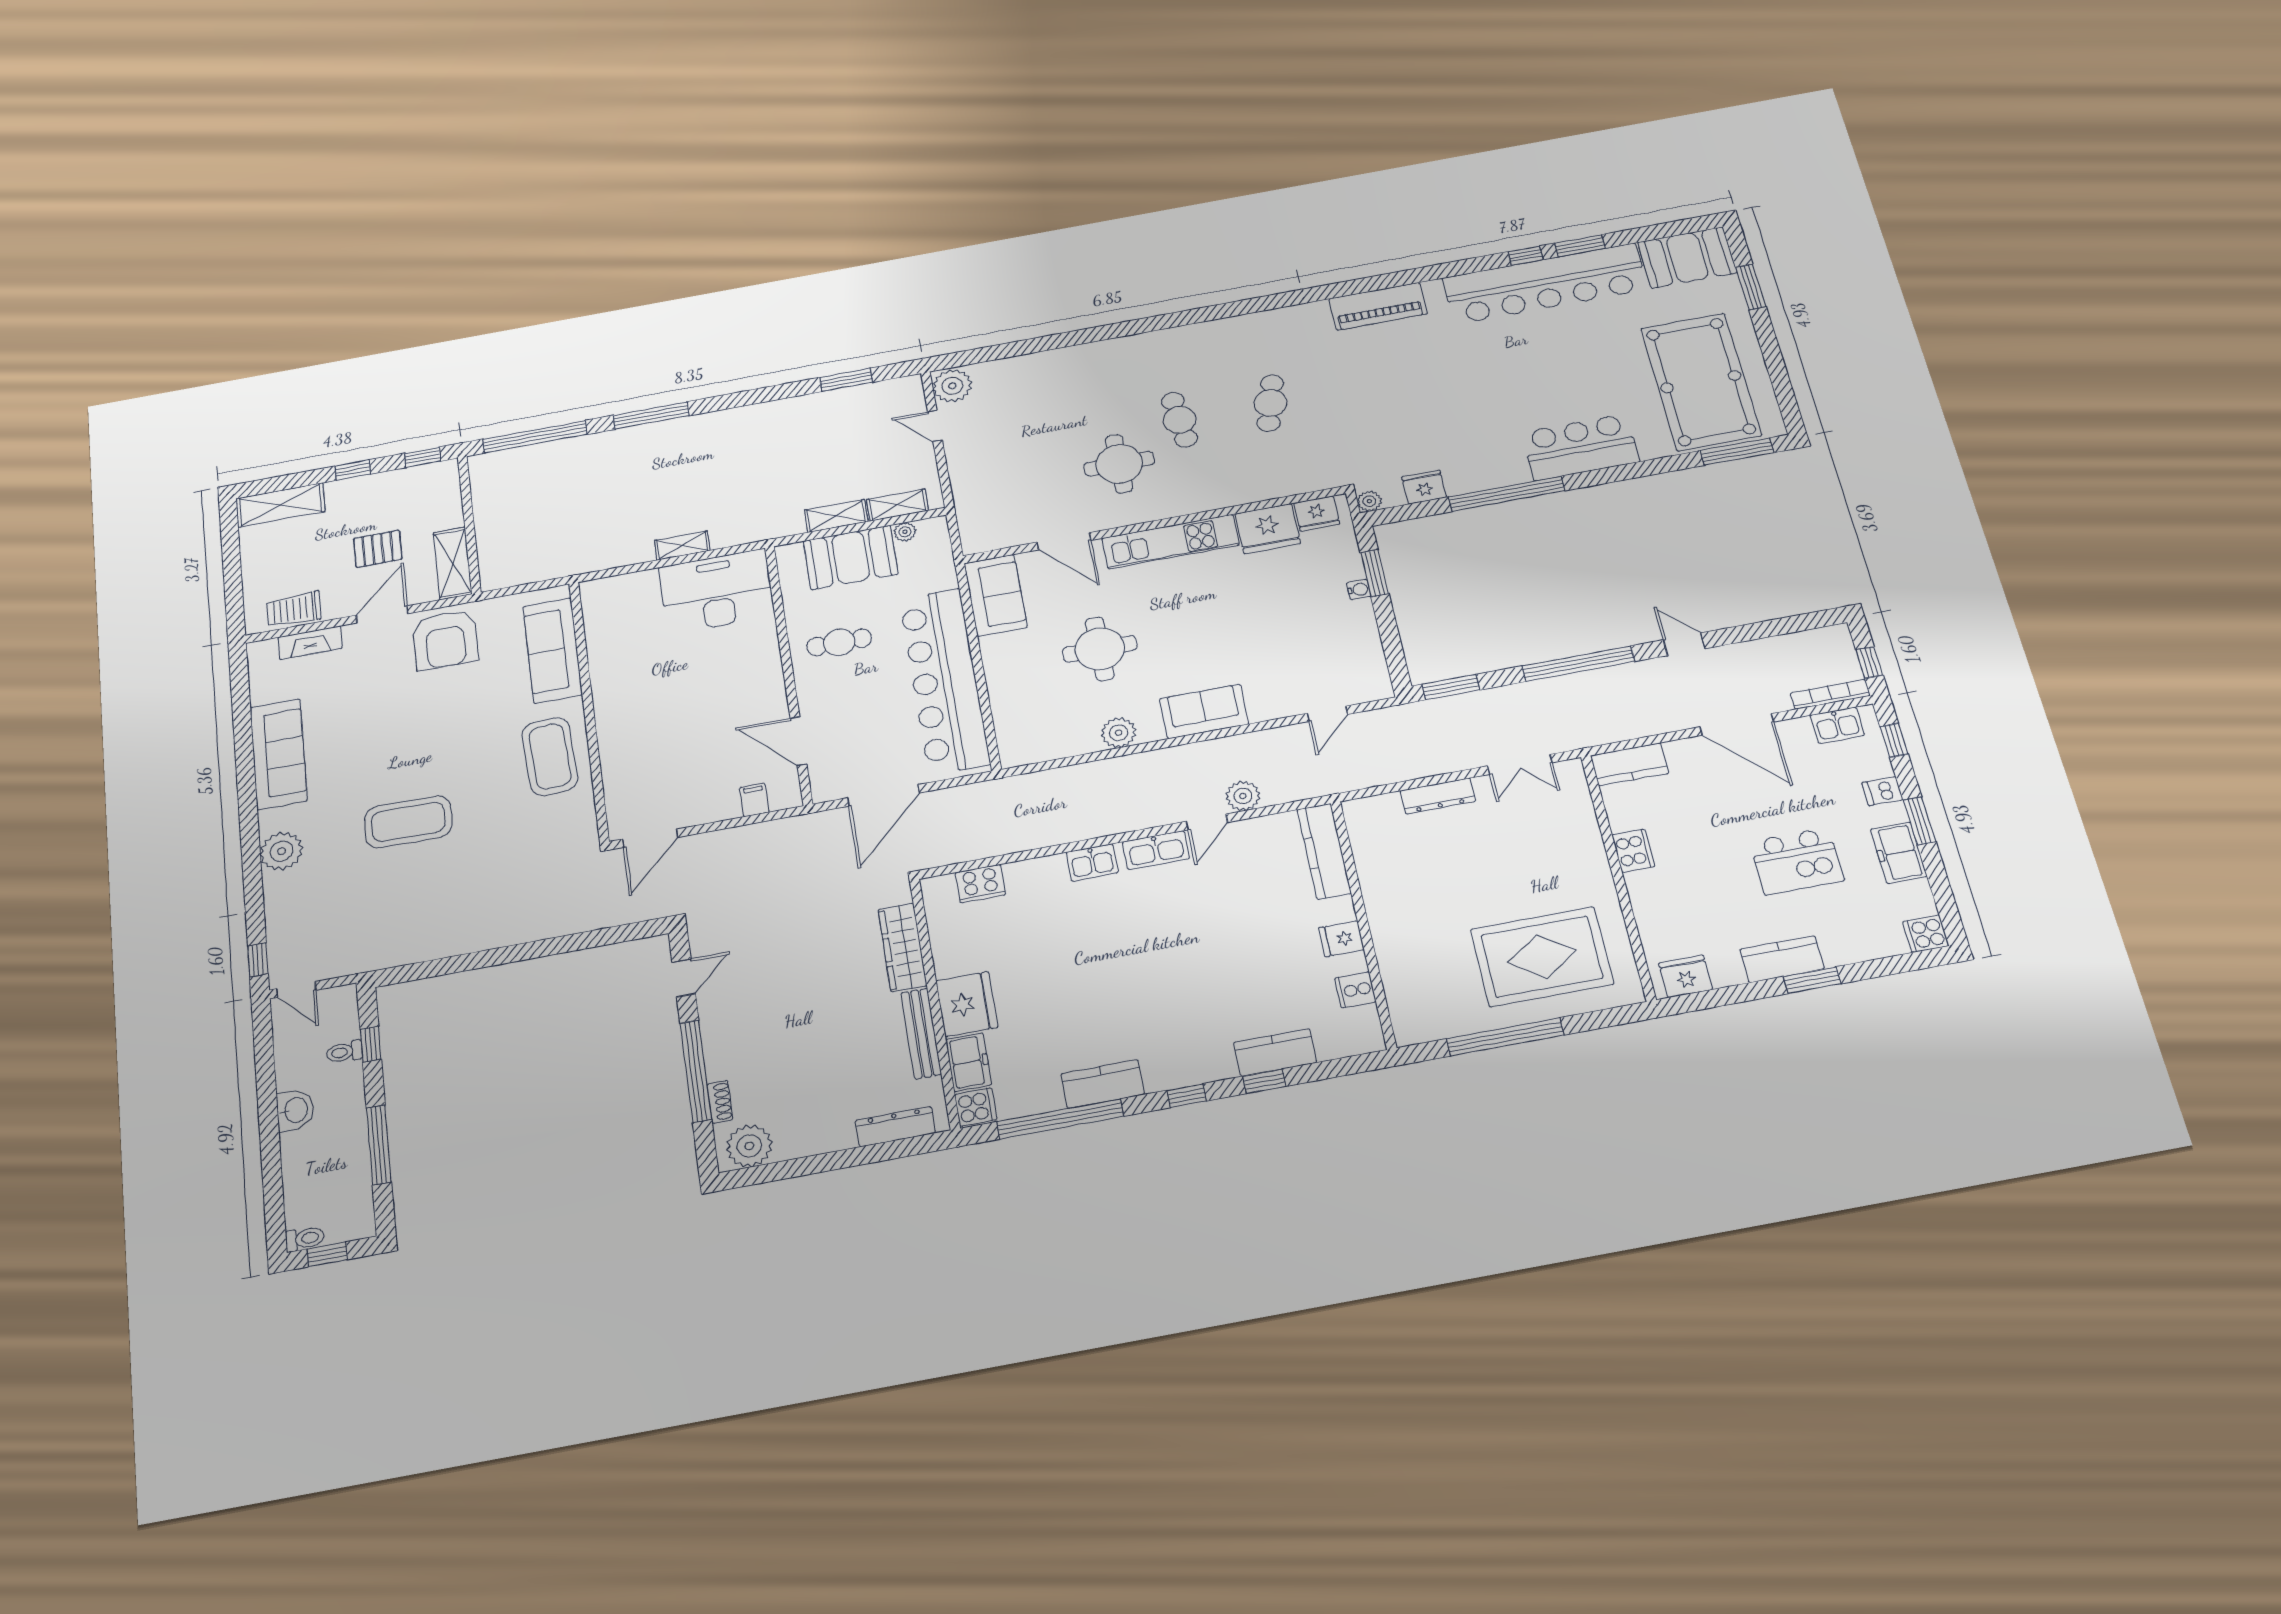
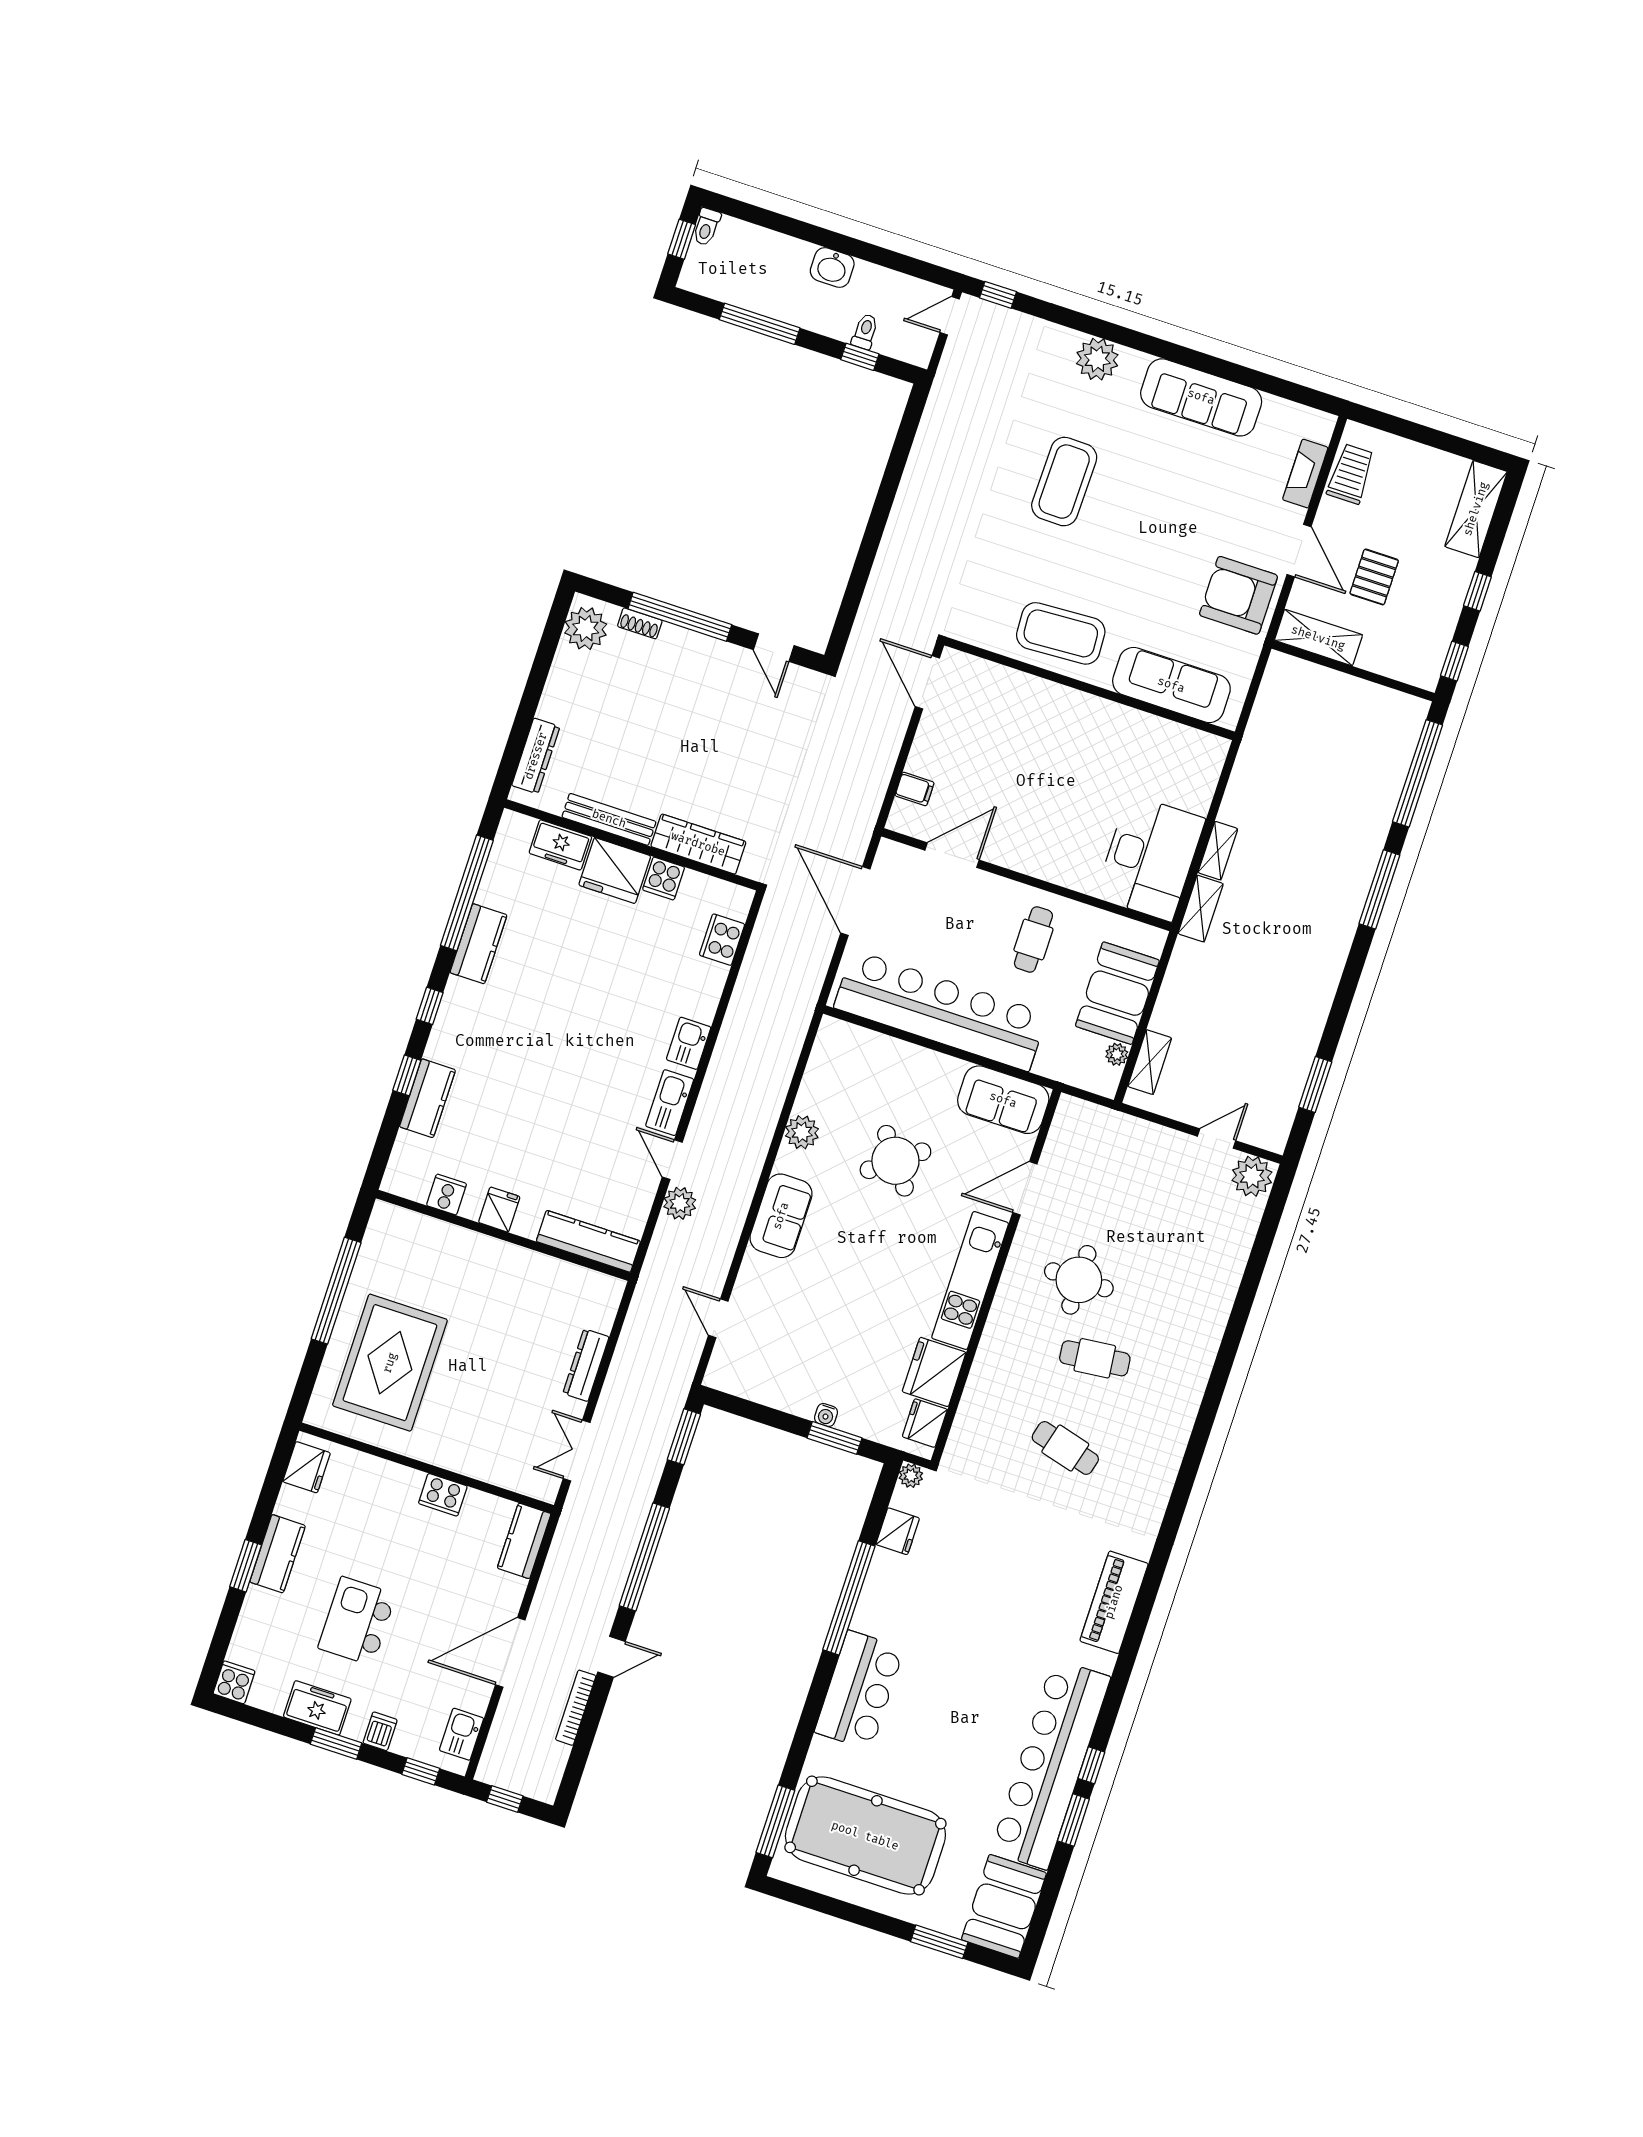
shelving: (836, 516) -> (1201, 909), moved
round table: (1100, 649) -> (895, 1161), turned -37
bookcase: (1830, 694) -> (576, 1708), moved, turned 180
cooker: (976, 1107) -> (664, 878), moved

